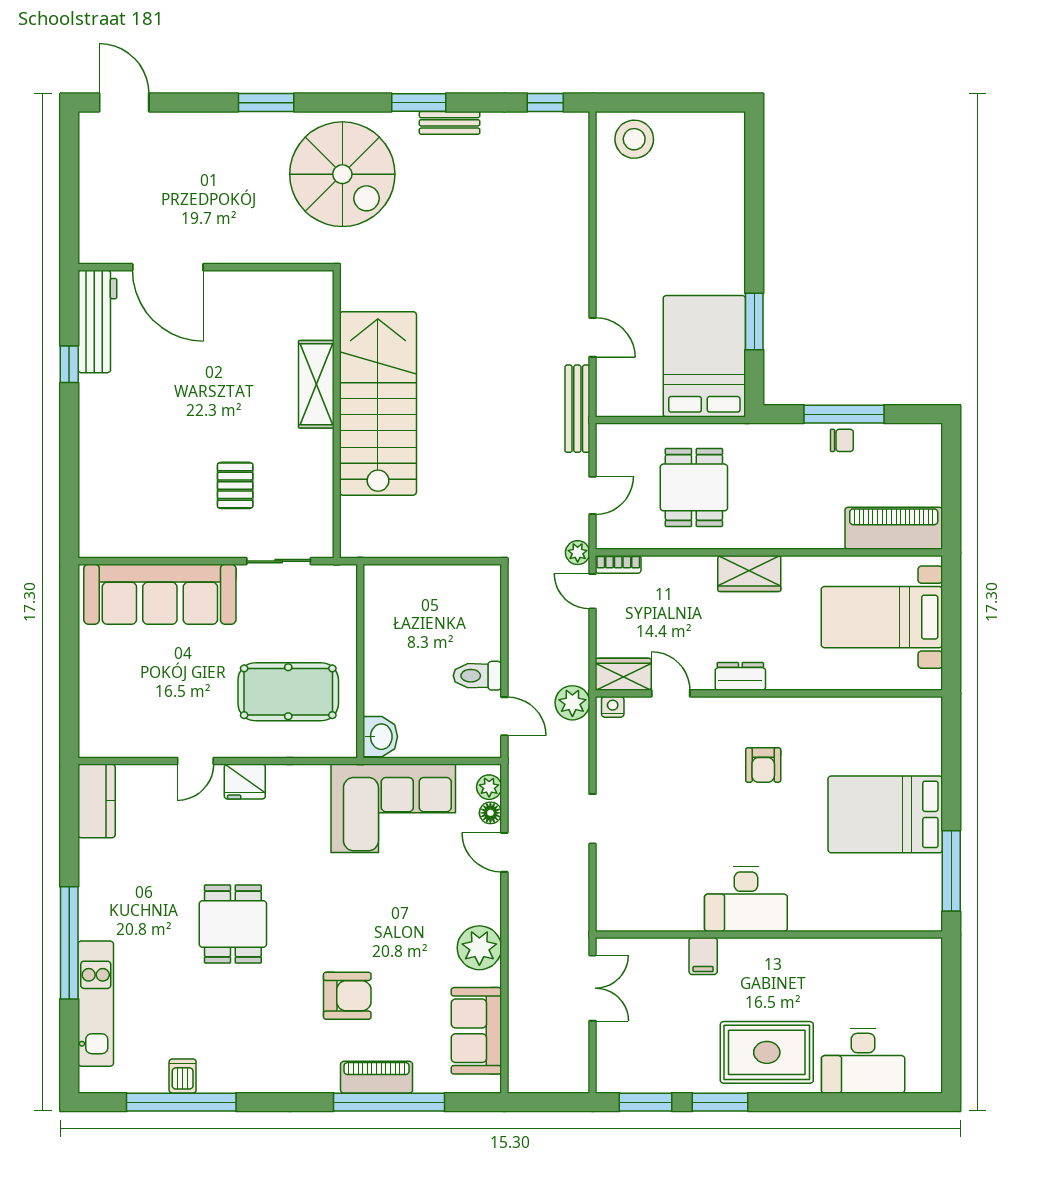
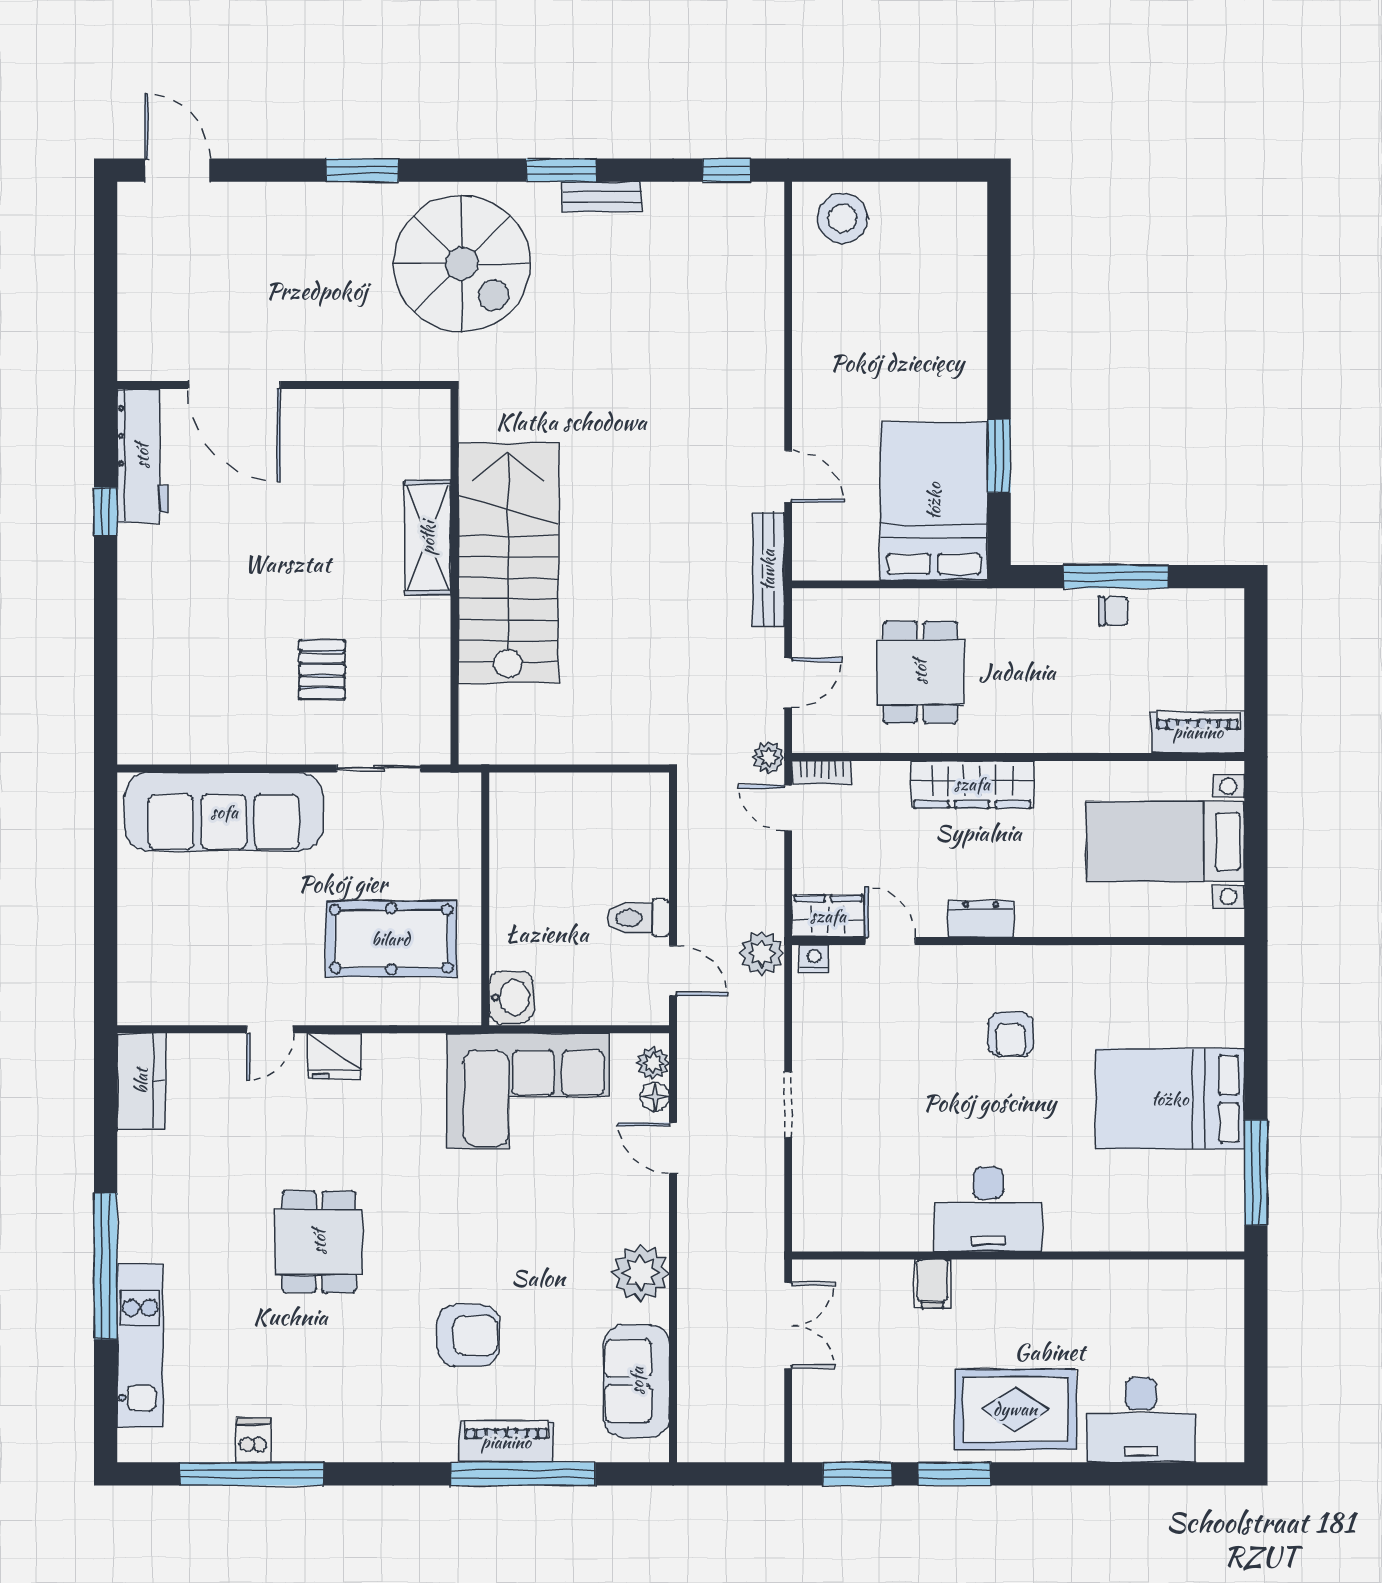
piano: (894, 528) -> (1198, 732), width x0.73, depth x0.75
wardrobe: (749, 573) -> (972, 784), width x1.50

